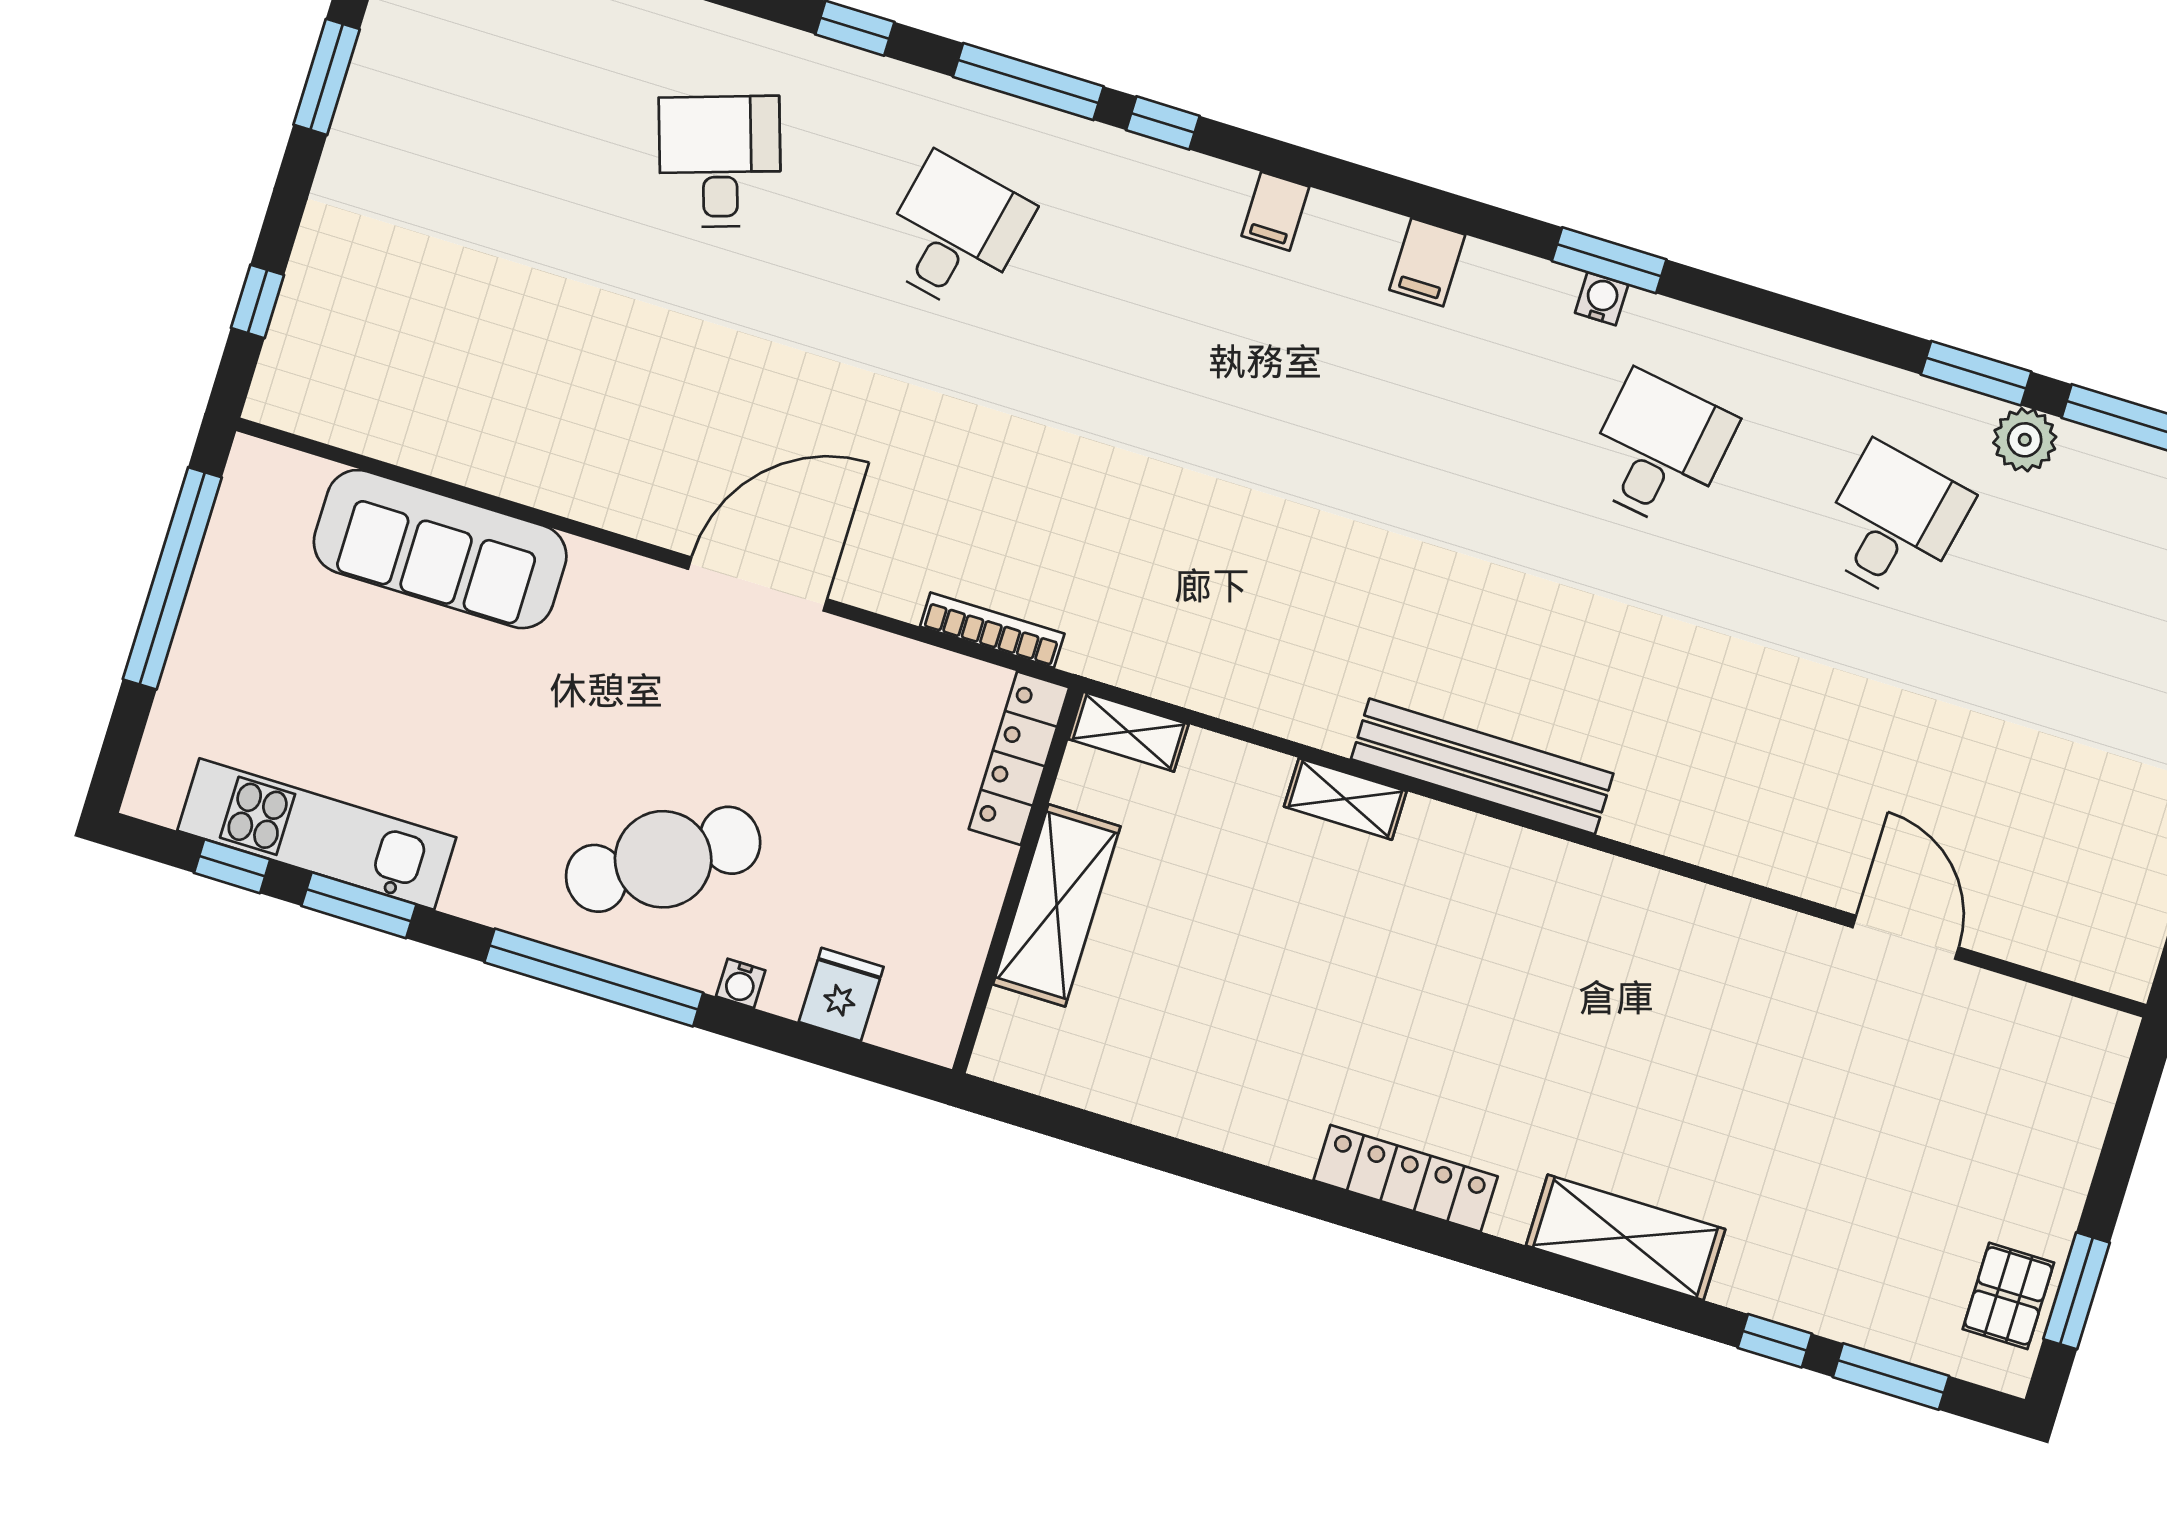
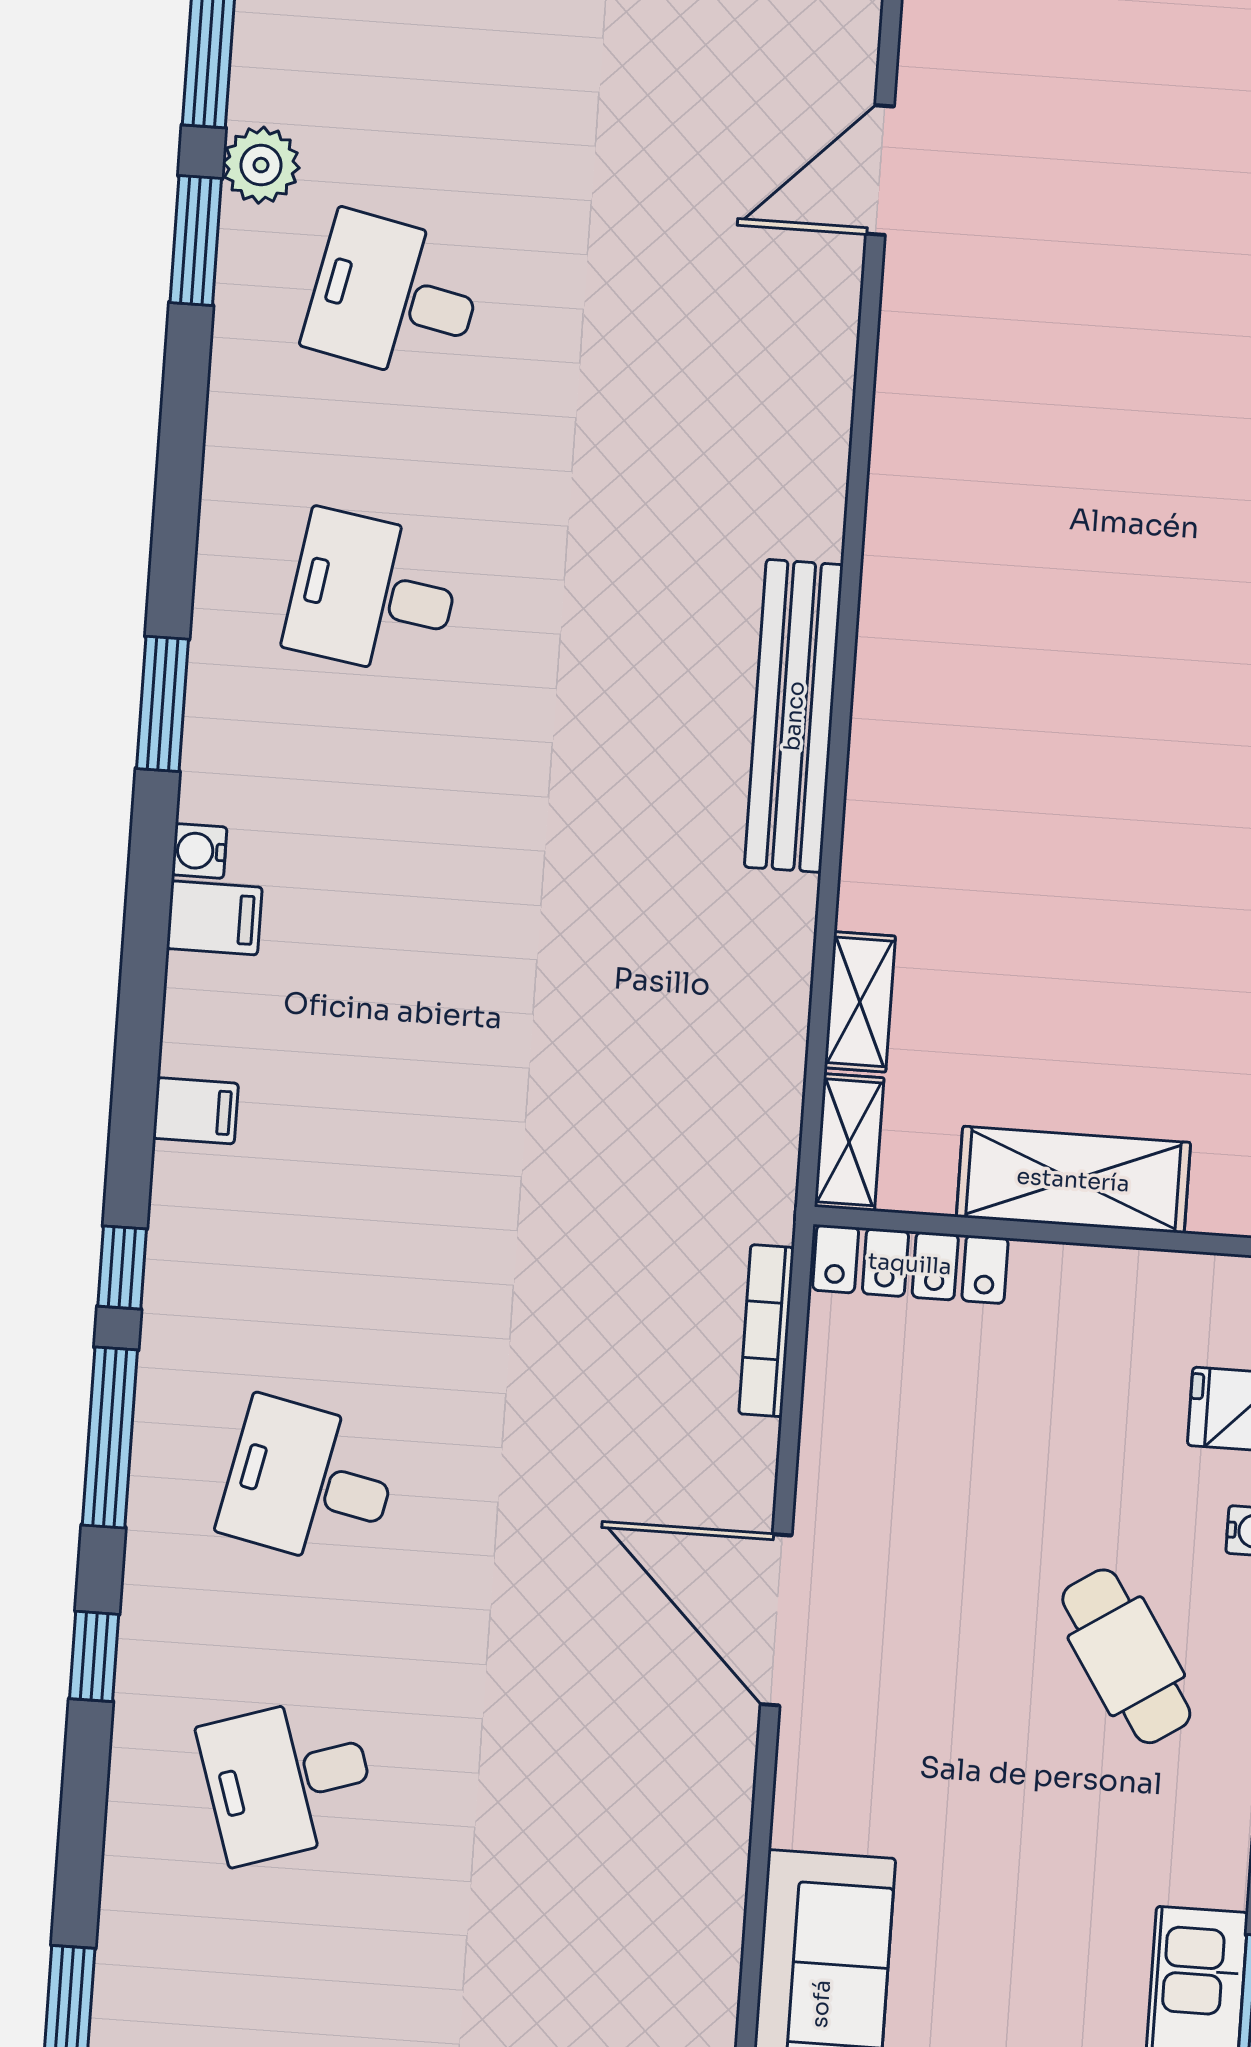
water cooler: (1602, 299) -> (199, 851), moved
shelving: (1345, 799) -> (860, 1002), moved
cafe table: (663, 859) -> (1126, 1656), width x0.73, depth x0.74

